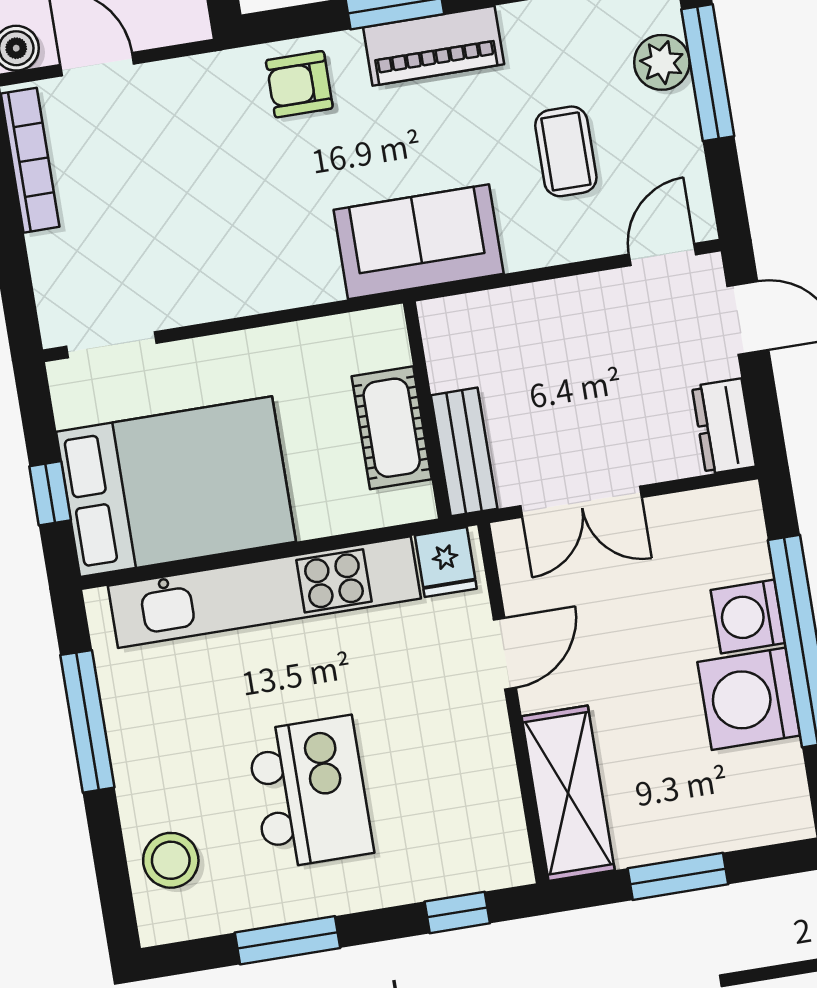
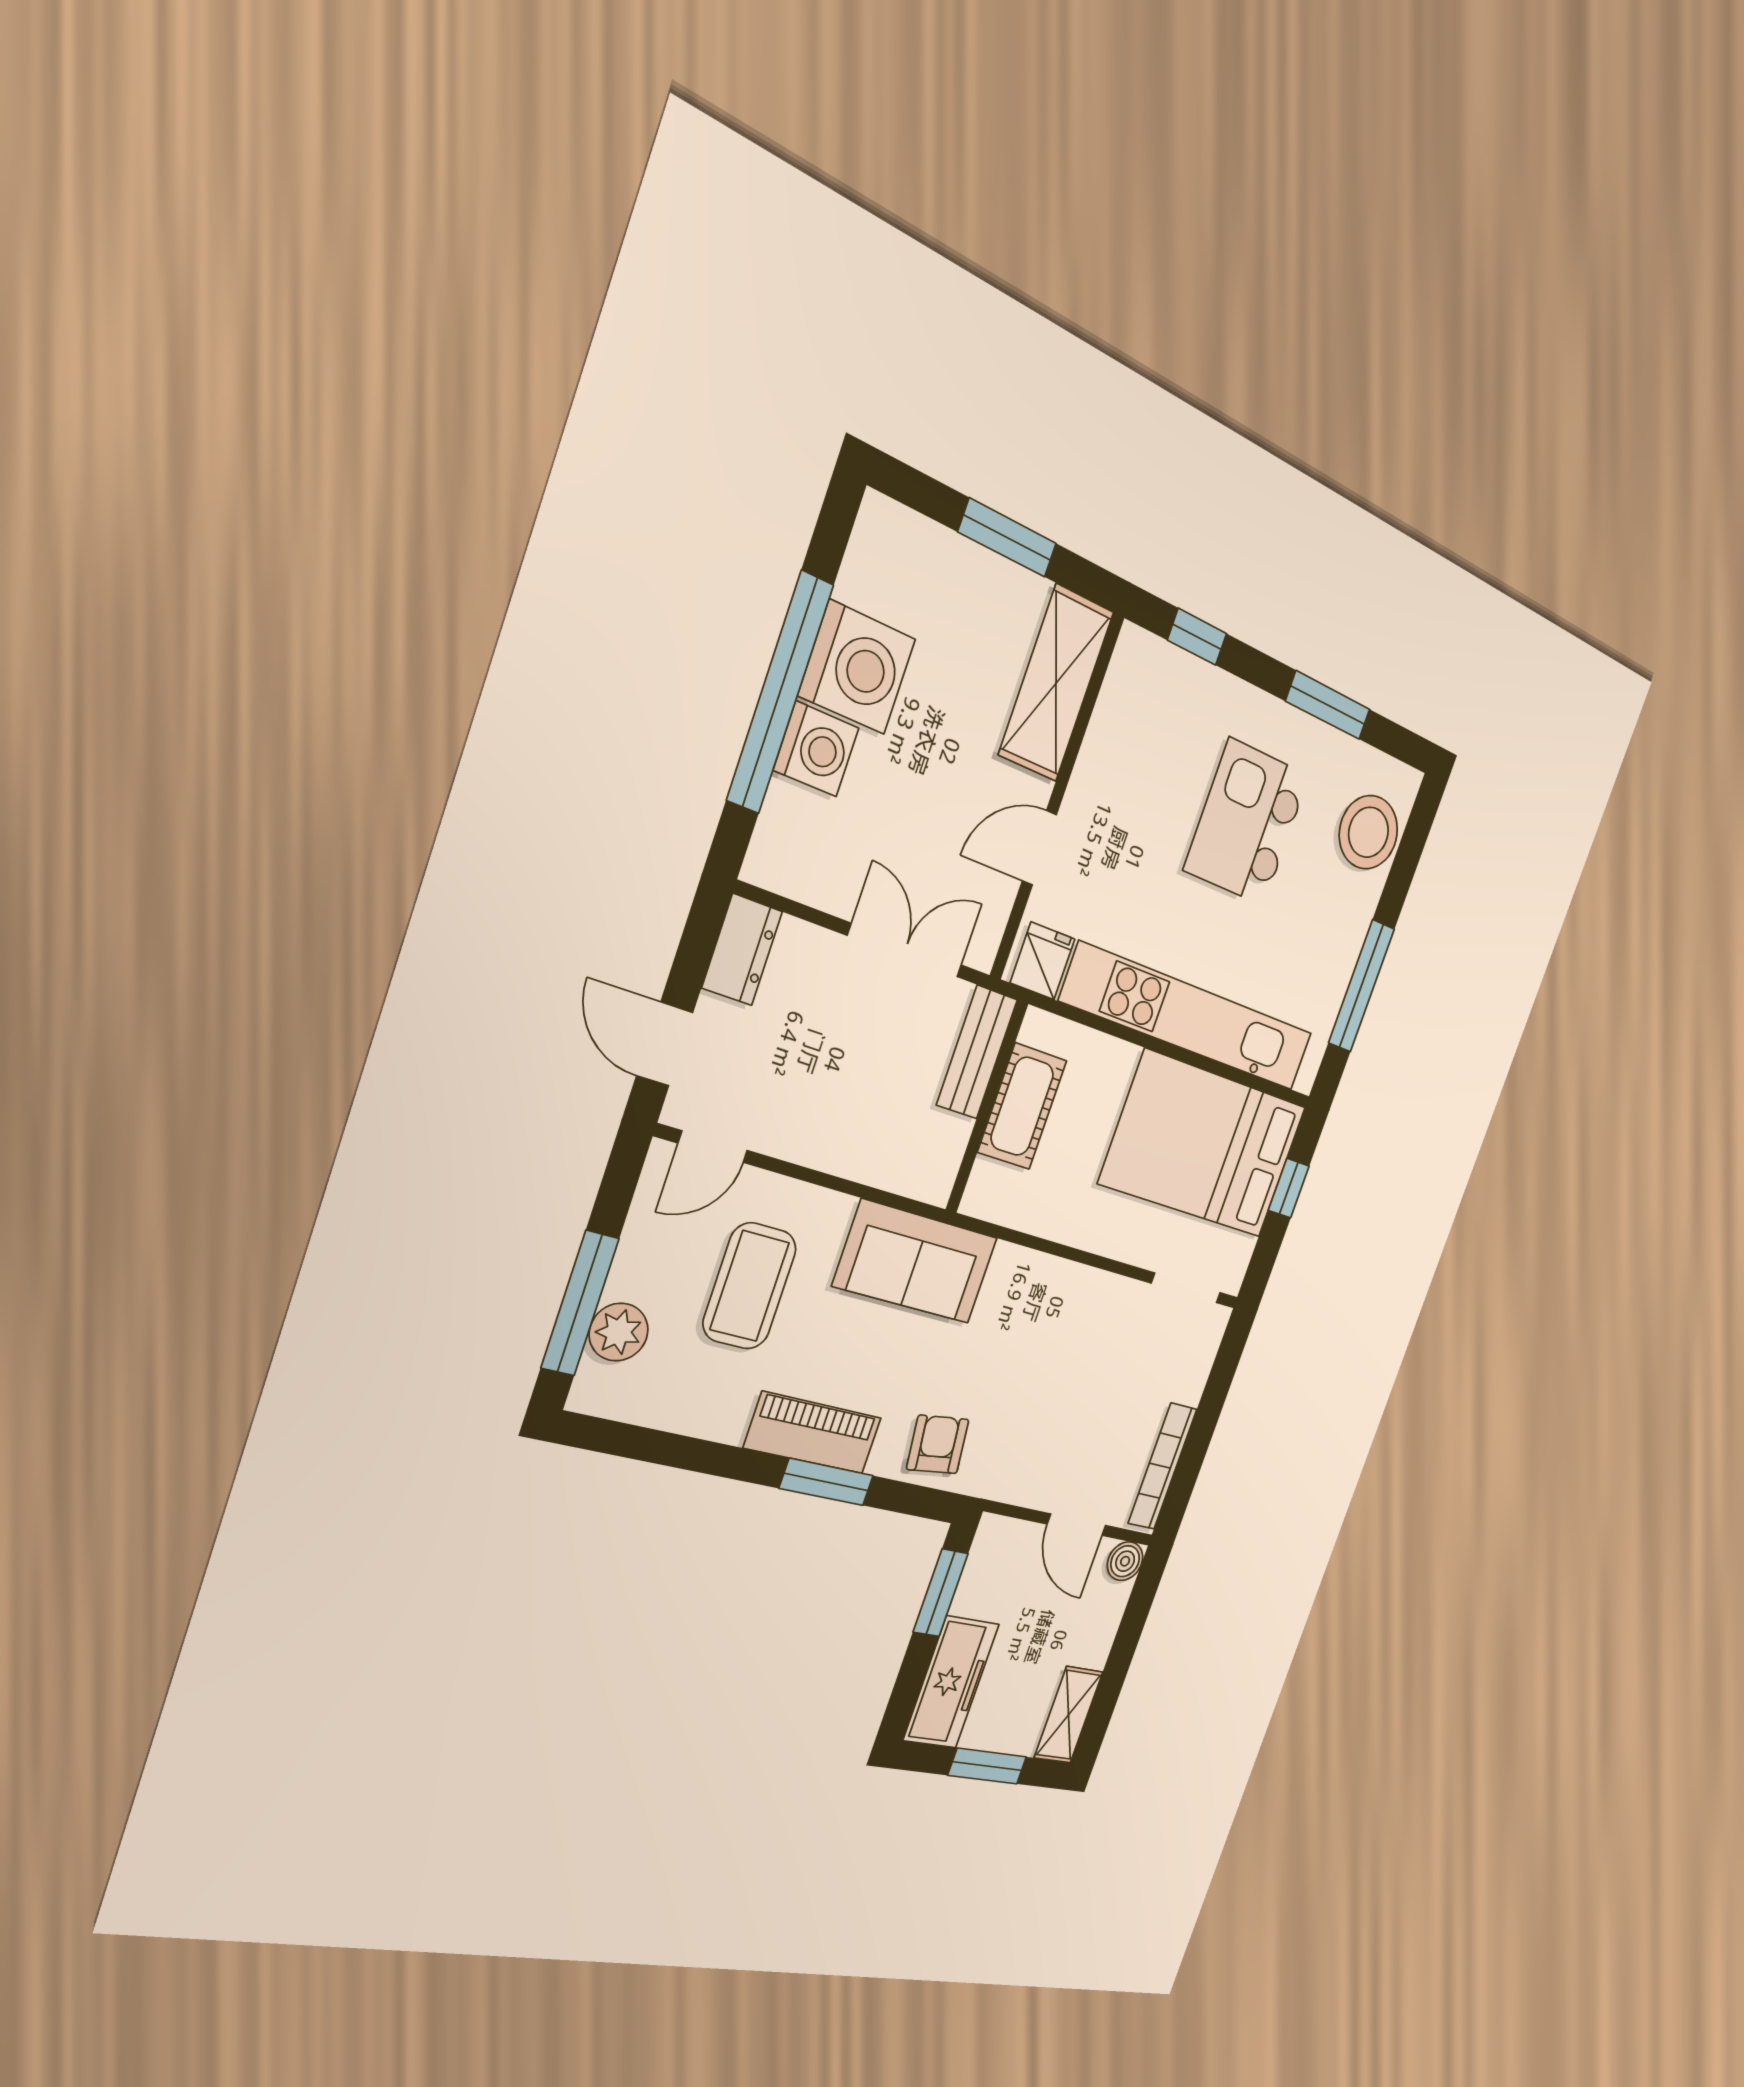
armchair: (299, 84) -> (938, 1444), turned -97
coffee table: (566, 151) -> (750, 1286), width x1.36, depth x1.30
stool: (171, 860) -> (1368, 832), width x1.38, depth x1.38

